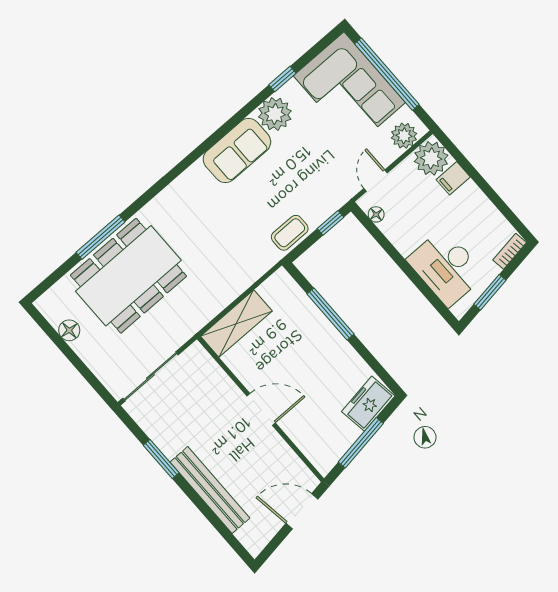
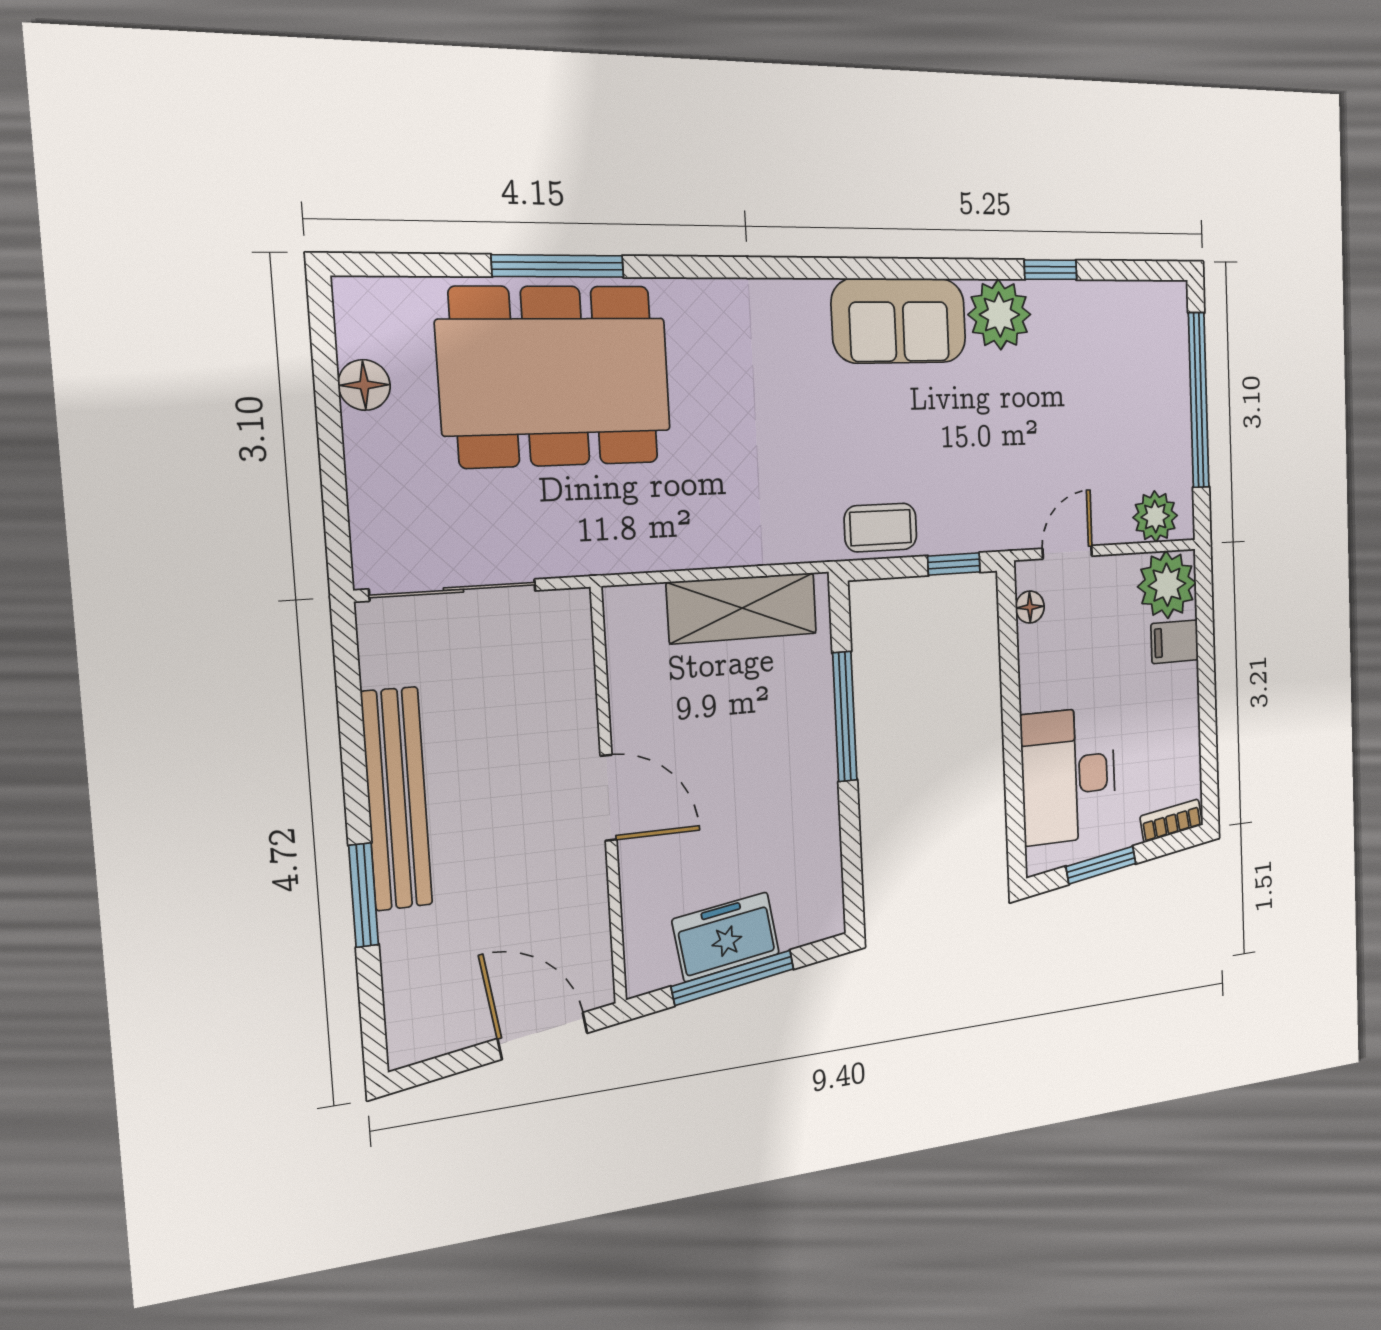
corner sofa: (349, 89) -> (1132, 375), removed
shelving: (236, 324) -> (742, 608), moved
freezer: (368, 404) -> (726, 937), moved
window: (161, 459) -> (364, 895), moved
bench: (210, 490) -> (397, 799), moved

